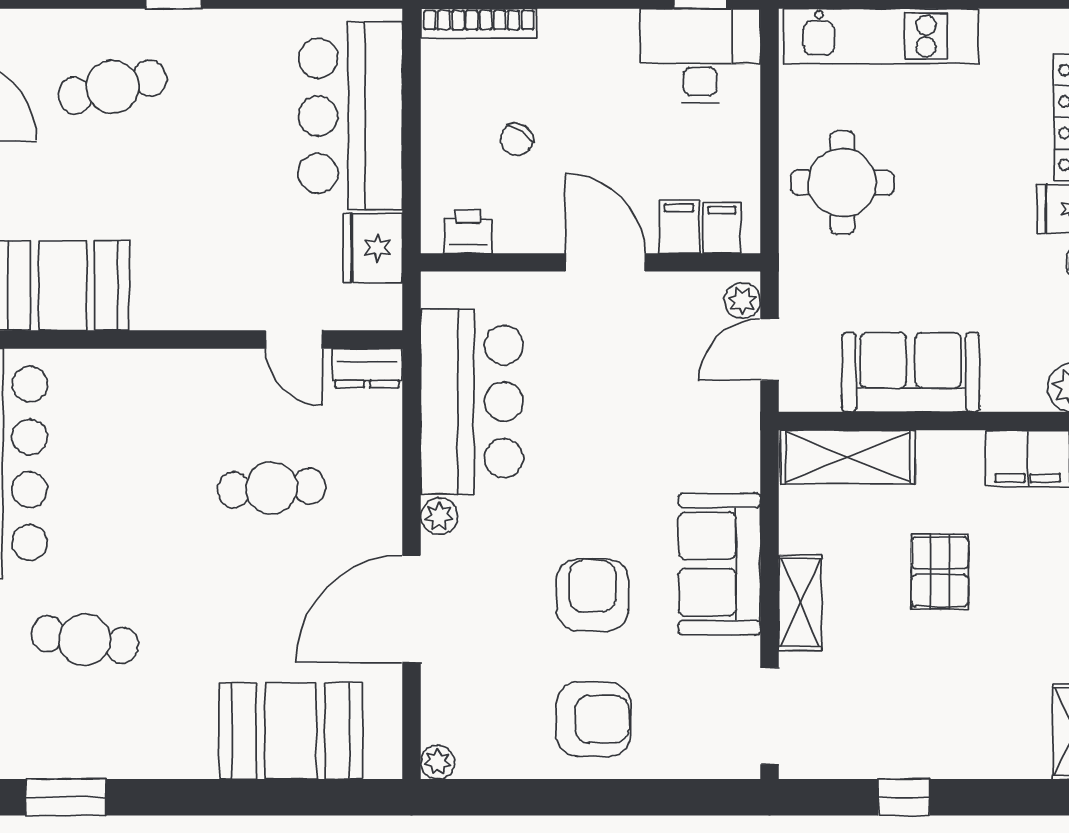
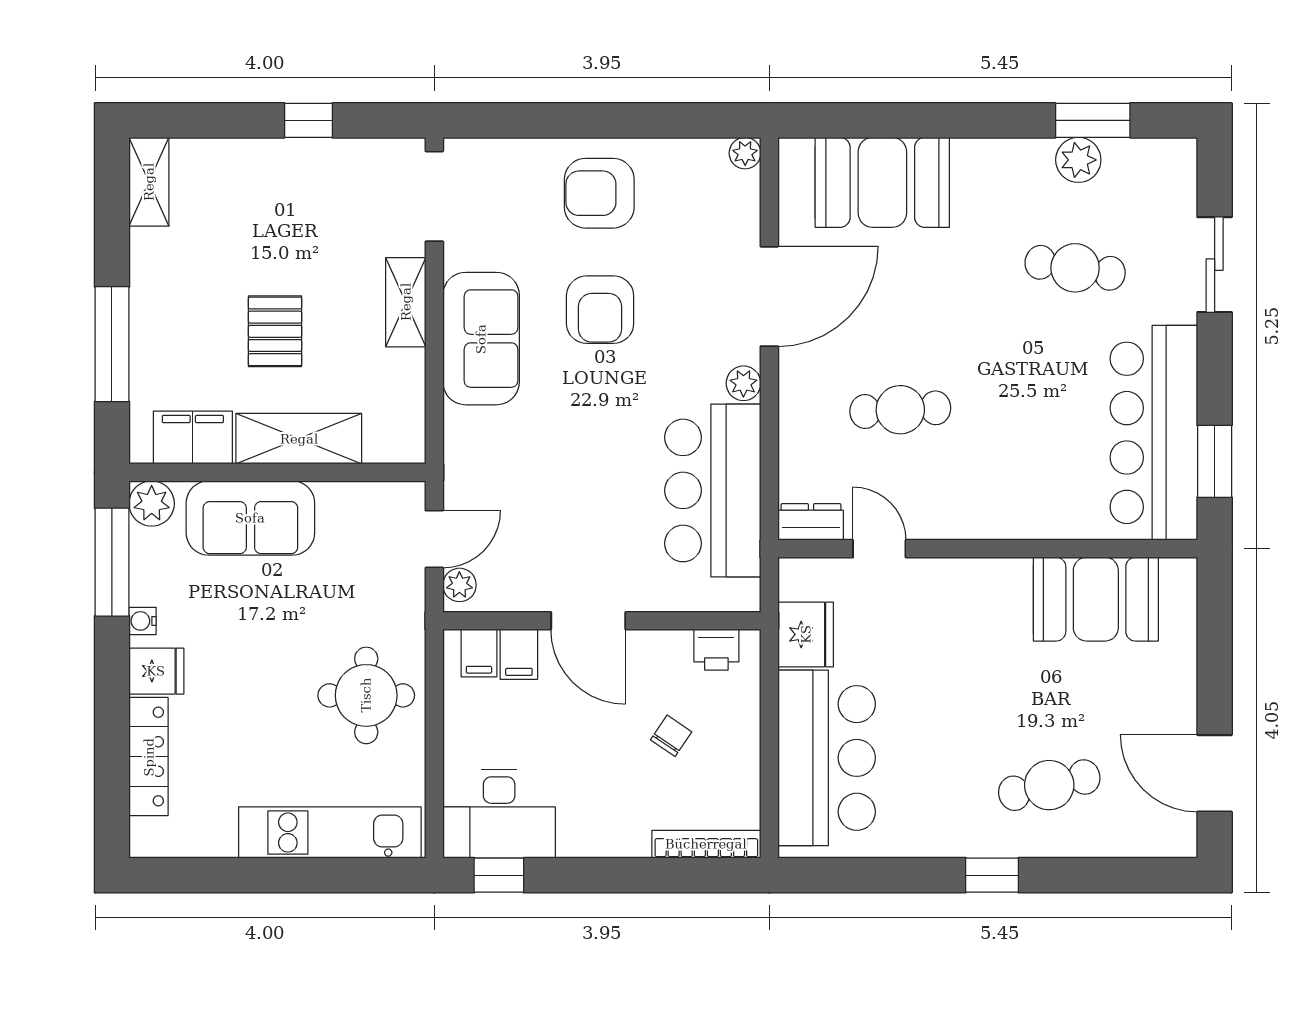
sofa: (911, 372) -> (250, 518), moved
shelving: (848, 457) -> (299, 439), moved
plant: (81, 755) -> (1078, 160), added

